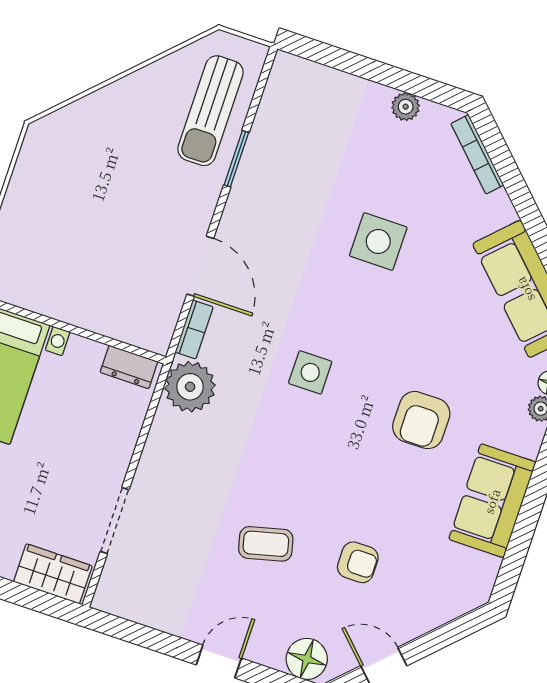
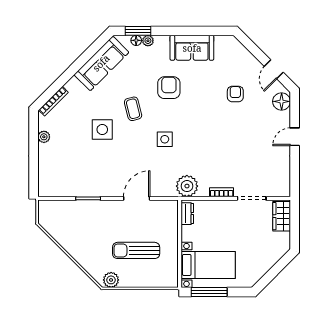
sun lounger: (210, 111) -> (136, 250), moved, turned 180
plant: (39, 149) -> (111, 280), added
bookcase: (194, 329) -> (222, 192), moved
armchair: (421, 420) -> (169, 88), turned -90
coffee table: (266, 544) -> (133, 109), moved
door: (219, 662) -> (295, 137), hinge flipped

